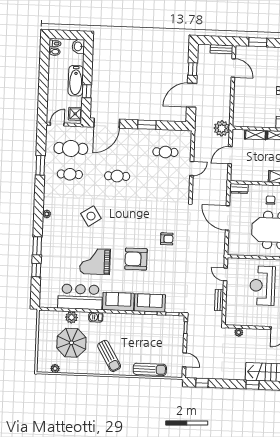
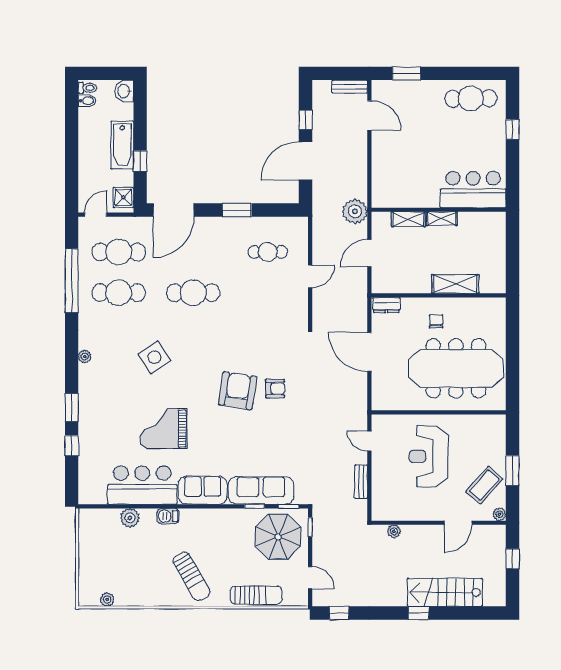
window: (40, 165) -> (72, 281), width x2.11
cafe table: (70, 174) -> (119, 293), width x1.37, depth x1.35
cafe table: (117, 176) -> (193, 293), width x1.37, depth x1.35
armchair: (136, 259) -> (238, 391), moved, turned 99
sofa: (150, 303) -> (261, 490), width x1.36
parasol: (71, 343) -> (278, 537), moved

